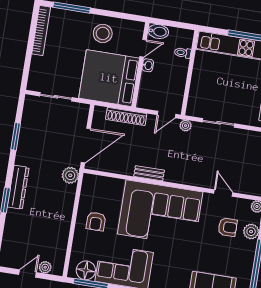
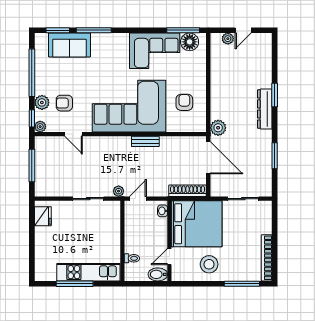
washbasin: (148, 65) -> (163, 211), moved
shoe rack: (126, 116) -> (187, 191), moved
door: (86, 145) -> (208, 158), swing flipped
armchair: (96, 221) -> (184, 102), moved

